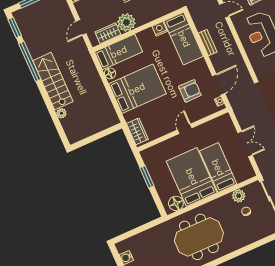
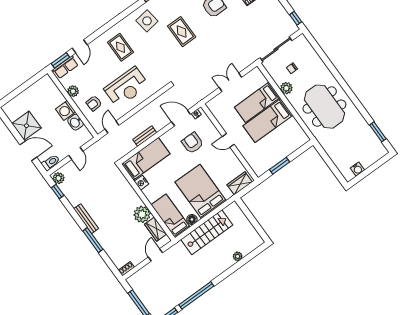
door: (81, 27) -> (155, 255), swing flipped
stairs: (53, 81) -> (207, 232), moved, turned 180
bed: (192, 177) -> (268, 120), width x0.67
plant: (239, 196) -> (286, 88), moved
floor lamp: (176, 203) -> (298, 134), removed

